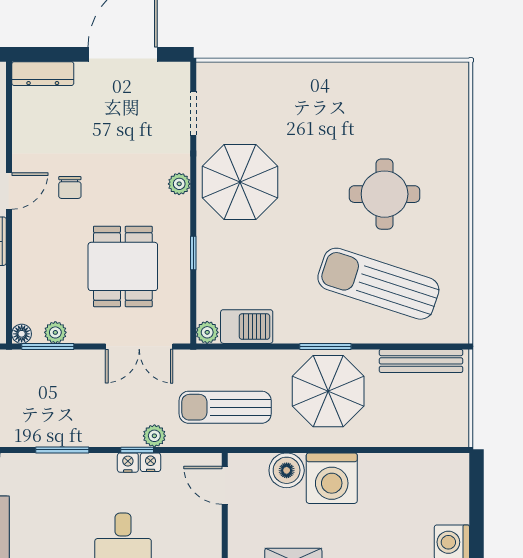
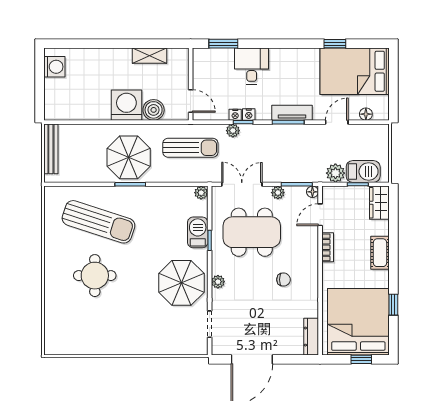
dresser: (43, 74) -> (311, 337), moved, turned -90
chair: (70, 187) -> (284, 280), turned 90
door: (9, 191) -> (320, 215), moved
dining table: (123, 266) -> (252, 232), width x1.38
barbecue: (247, 327) -> (198, 232), moved, turned 90
plant: (55, 332) -> (278, 193), moved
bench: (421, 361) -> (51, 149), moved, turned 90
tv unit: (56, 466) -> (292, 113), added

